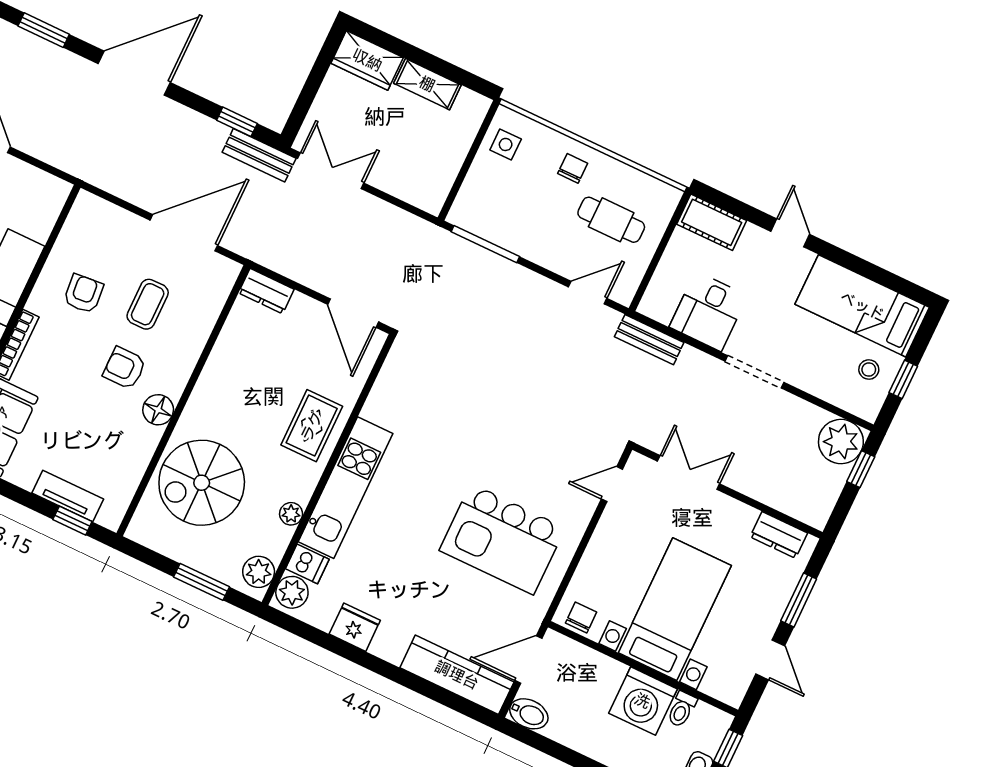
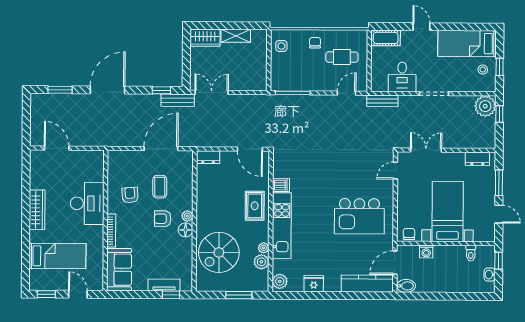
plant: (174, 385) -> (187, 216), added
dishwasher: (307, 564) -> (281, 185), moved
plant: (259, 572) -> (261, 262), moved
washing machine: (643, 701) -> (426, 252), moved, width x0.53, depth x0.53

